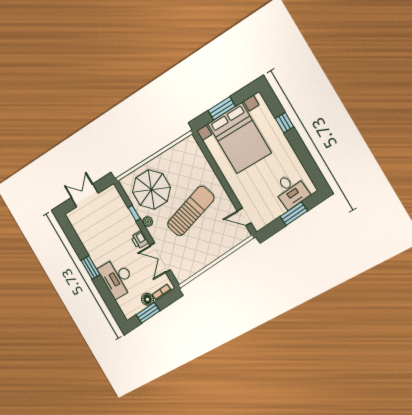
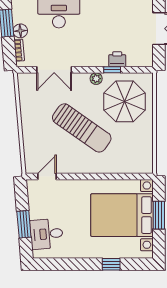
sun lounger: (191, 211) -> (82, 128), turned -38
printer: (140, 240) -> (117, 59), moved
double door: (160, 258) -> (54, 70), swing flipped

